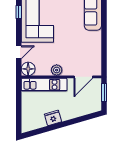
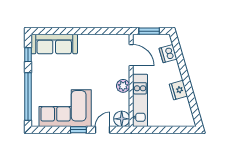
window: (19, 12) -> (78, 130), moved
door: (19, 52) -> (103, 130), hinge flipped
dishwasher: (85, 109) -> (168, 54), added

